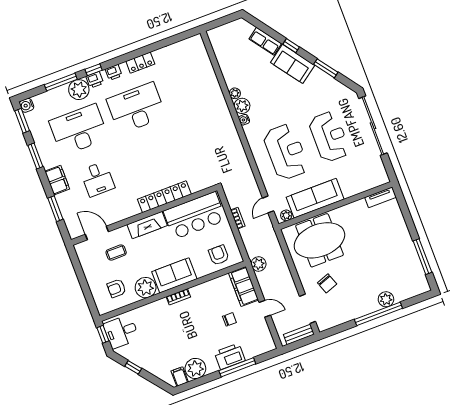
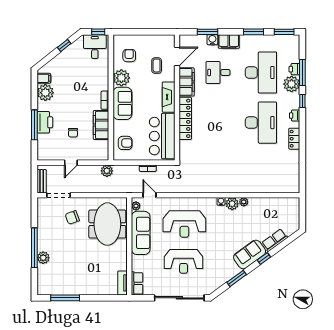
printer: (95, 80) -> (294, 69), moved
water cooler: (27, 105) -> (212, 40), moved
row of seats: (375, 180) -> (137, 283), added
filing cabinet: (122, 211) -> (187, 82), added
filing cabinet: (244, 286) -> (101, 125), moved, turned -90

